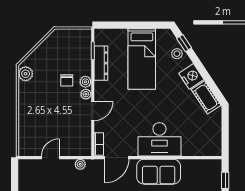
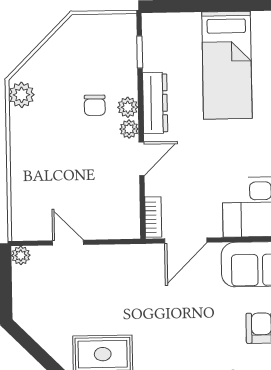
dresser: (101, 63) -> (155, 103), moved
door: (50, 158) -> (68, 243), hinge flipped
plant: (80, 164) -> (21, 255), moved

